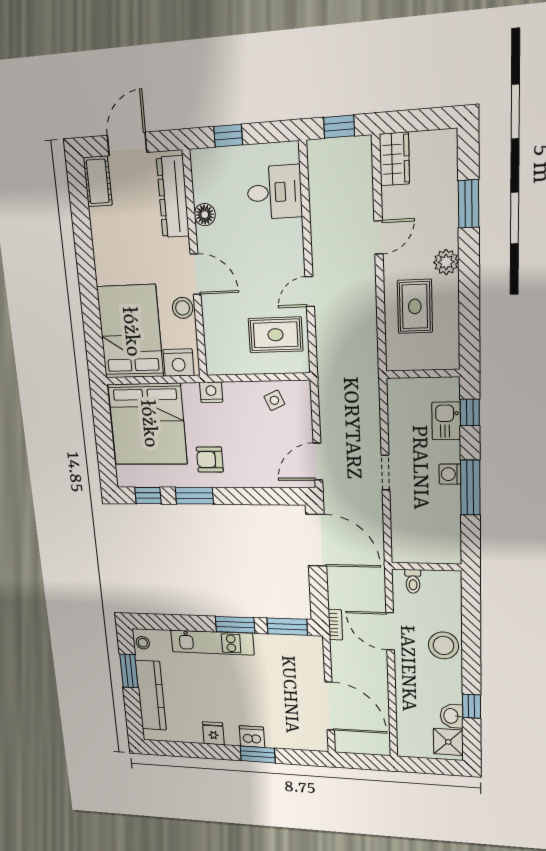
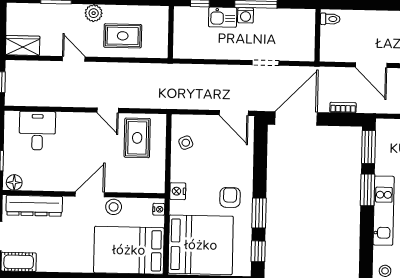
floor lamp: (205, 215) -> (14, 182), moved
nightstand: (178, 363) -> (159, 209), width x0.53, depth x0.56
kitchen sink: (446, 421) -> (223, 17), moved
armchair: (210, 459) -> (230, 197), turned 180
doorway: (386, 472) -> (266, 63), moved
toilet: (413, 581) -> (330, 19), moved
bookcase: (335, 625) -> (343, 107), moved
door: (390, 631) -> (371, 65), hinge flipped
stool: (443, 645) -> (382, 25), removed

